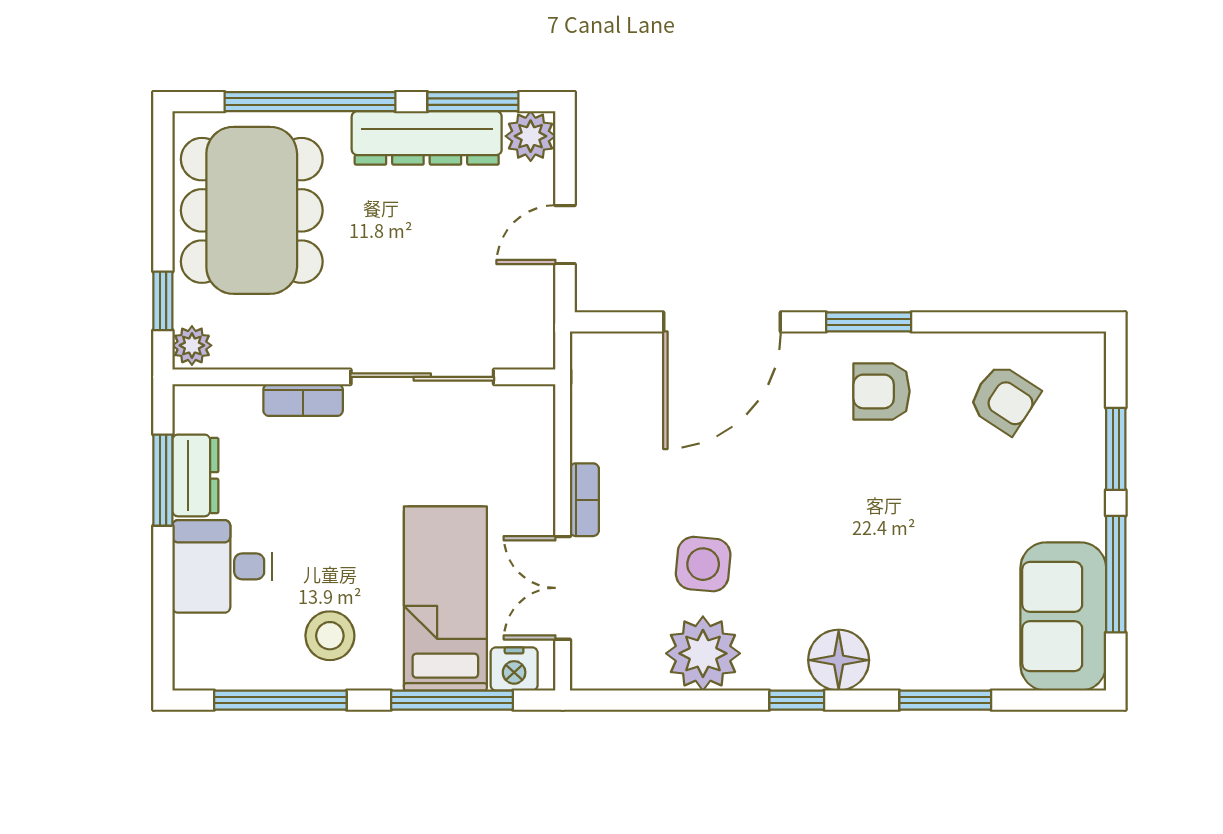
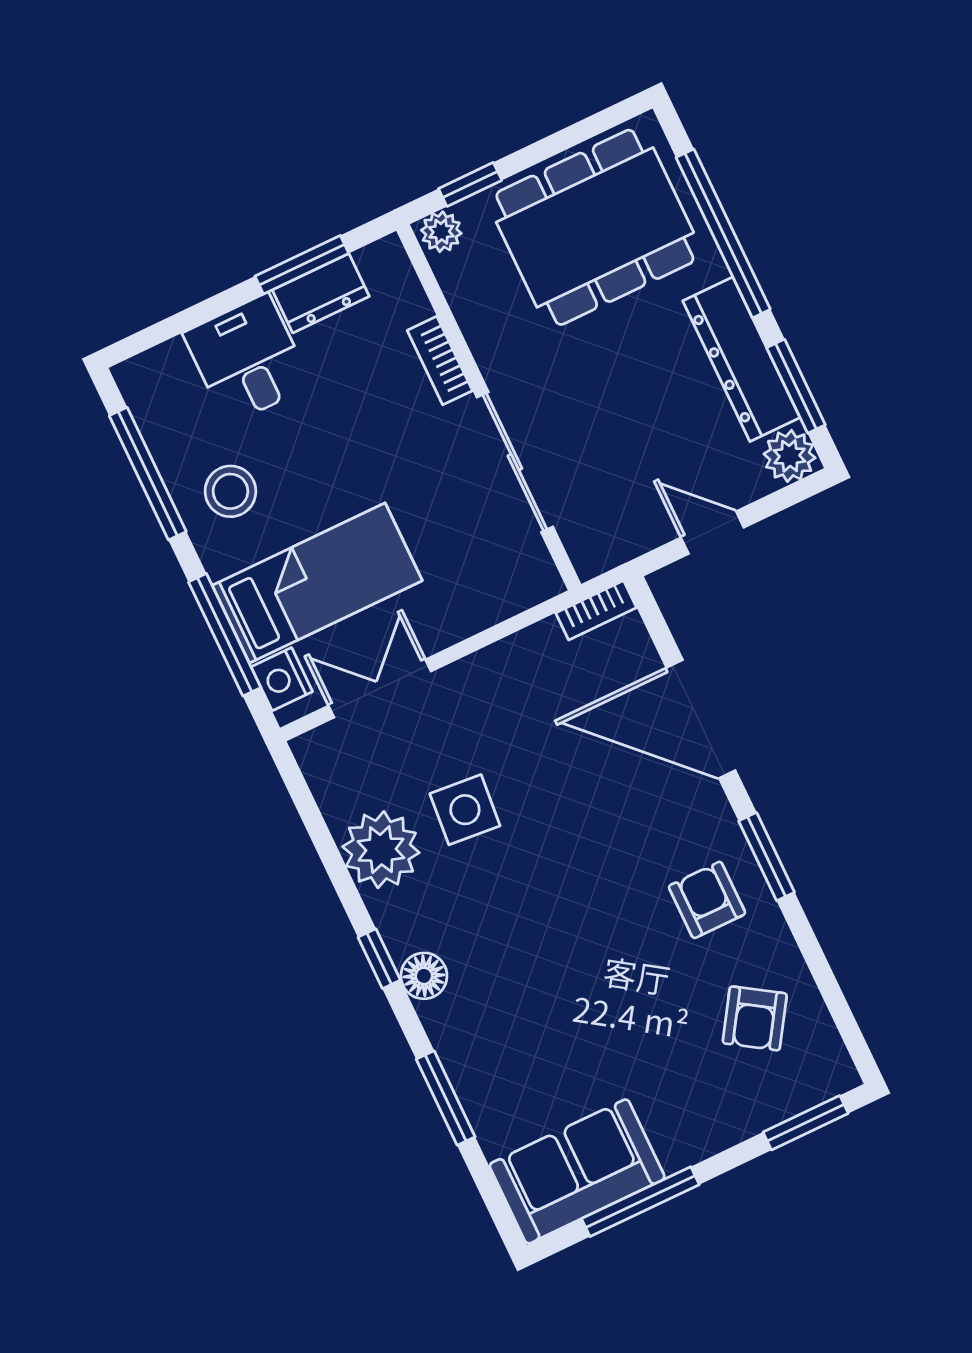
window: (1116, 449) -> (806, 1123), moved
bookcase: (584, 500) -> (596, 610), moved
floor lamp: (839, 660) -> (424, 976), width x0.73, depth x0.73

